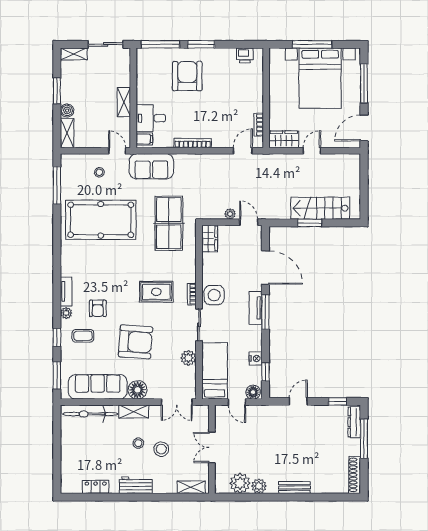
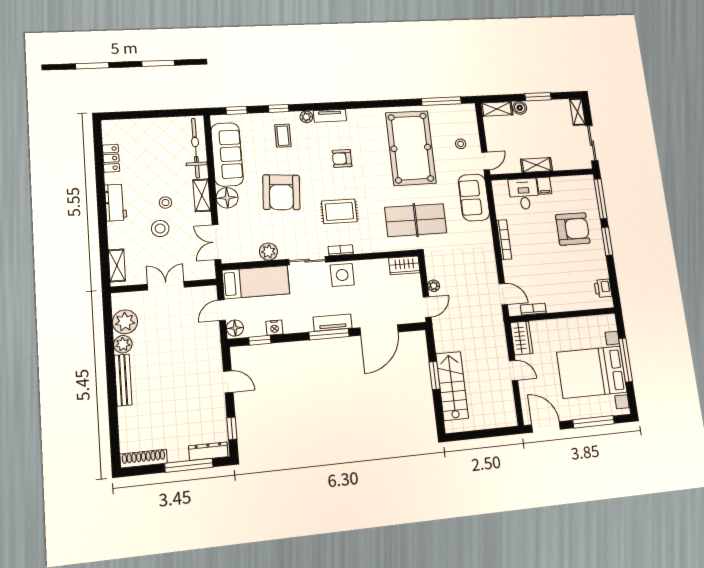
filing cabinet: (144, 139) -> (544, 186), moved
rug: (156, 292) -> (339, 211), turned 90
armchair: (98, 308) -> (342, 158), moved
window: (57, 375) -> (237, 110), width x0.67
bench: (295, 488) -> (123, 380), width x1.36

